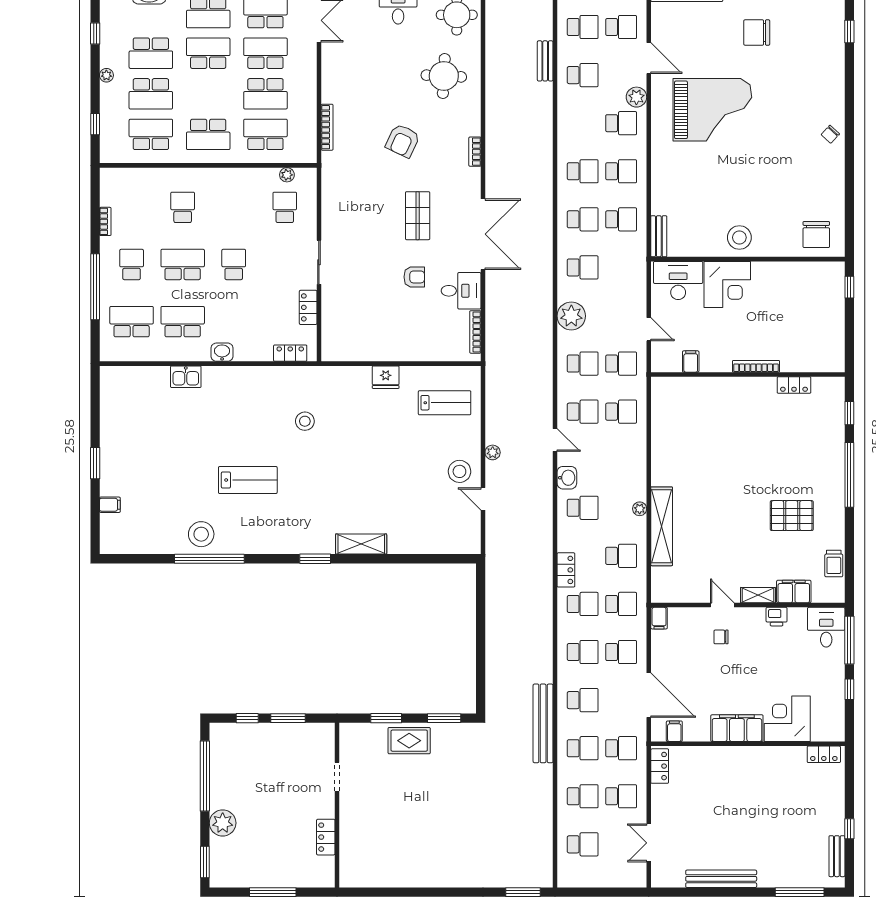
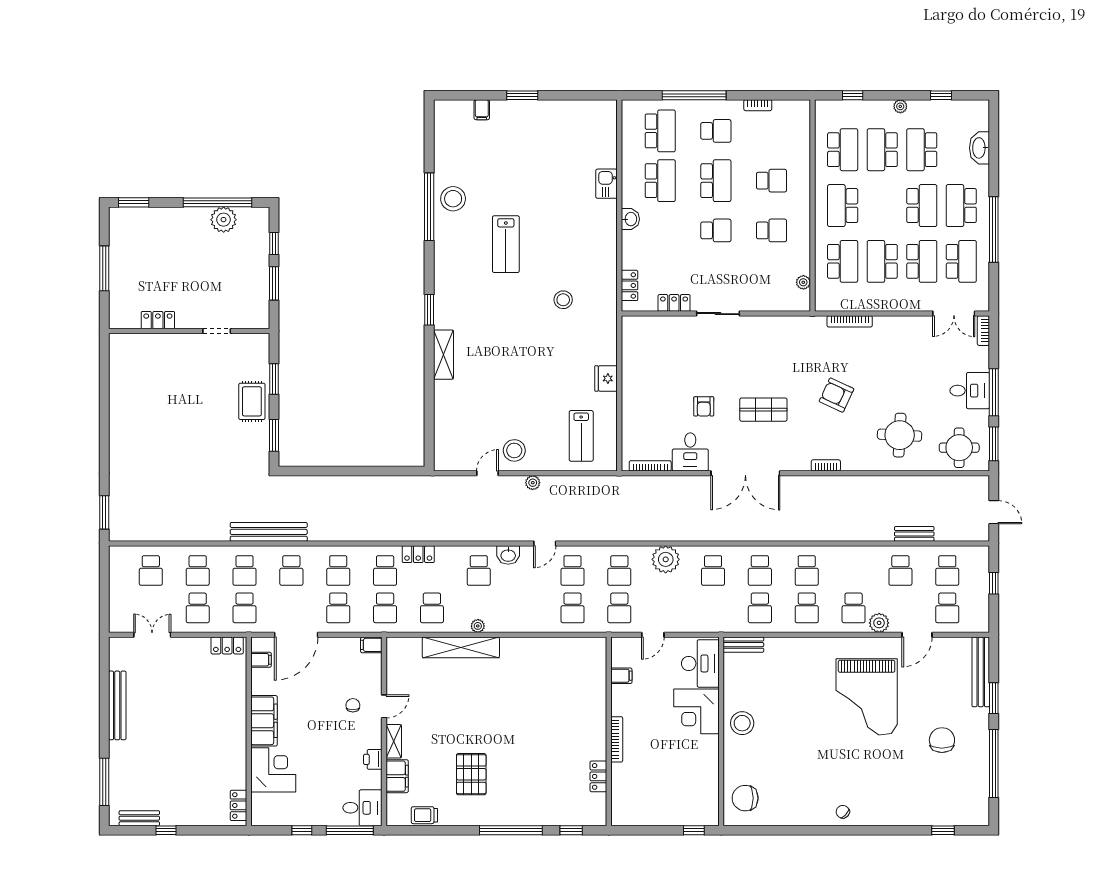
school desk: (285, 207) -> (772, 230), moved
plant: (223, 823) -> (224, 220), moved

